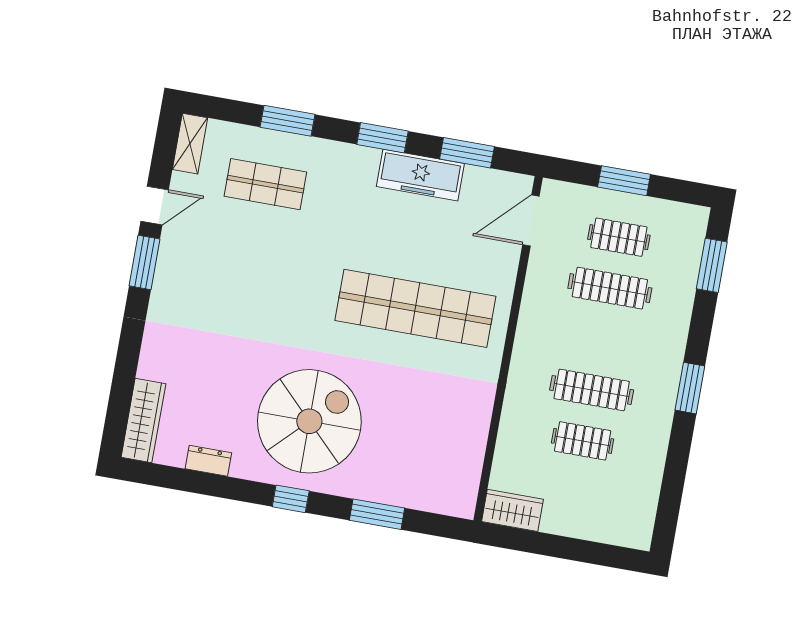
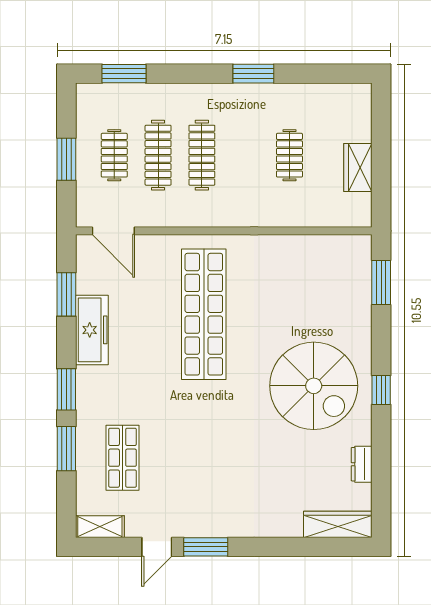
window: (382, 138) -> (66, 389), moved
door: (155, 206) -> (157, 547), swing flipped
window: (690, 388) -> (253, 74), moved
clothes rail: (592, 390) -> (202, 155), moved
spiral stairs: (309, 421) -> (314, 386), turned 180
wardrobe: (512, 510) -> (358, 168), moved
window: (377, 514) -> (381, 283), moved

